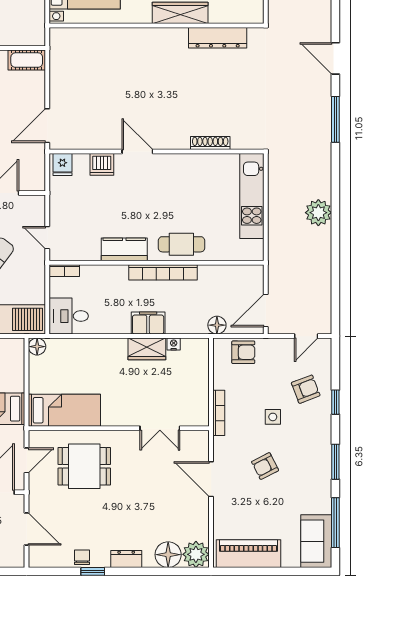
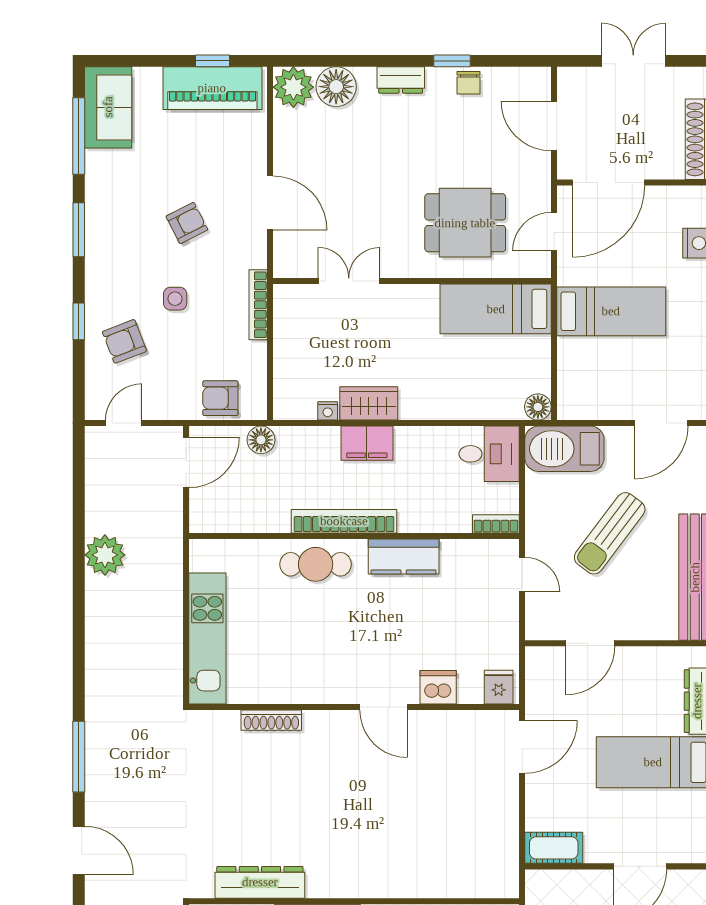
plant: (318, 213) -> (105, 555), moved
window: (248, 571) -> (212, 61), added

